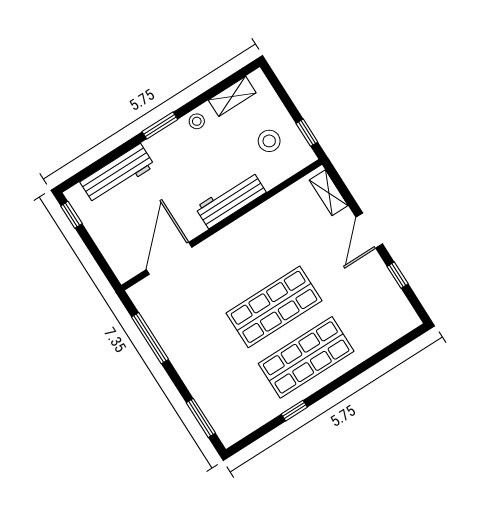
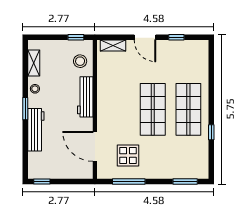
stool: (269, 141) -> (80, 61), moved
workbench: (117, 174) -> (36, 130), moved
display table: (186, 313) -> (128, 155), added

